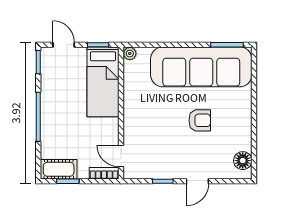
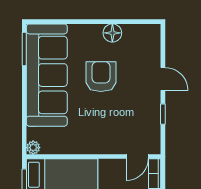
armchair: (200, 120) -> (101, 77), width x1.38, depth x1.38
floor lamp: (243, 161) -> (112, 33), moved

